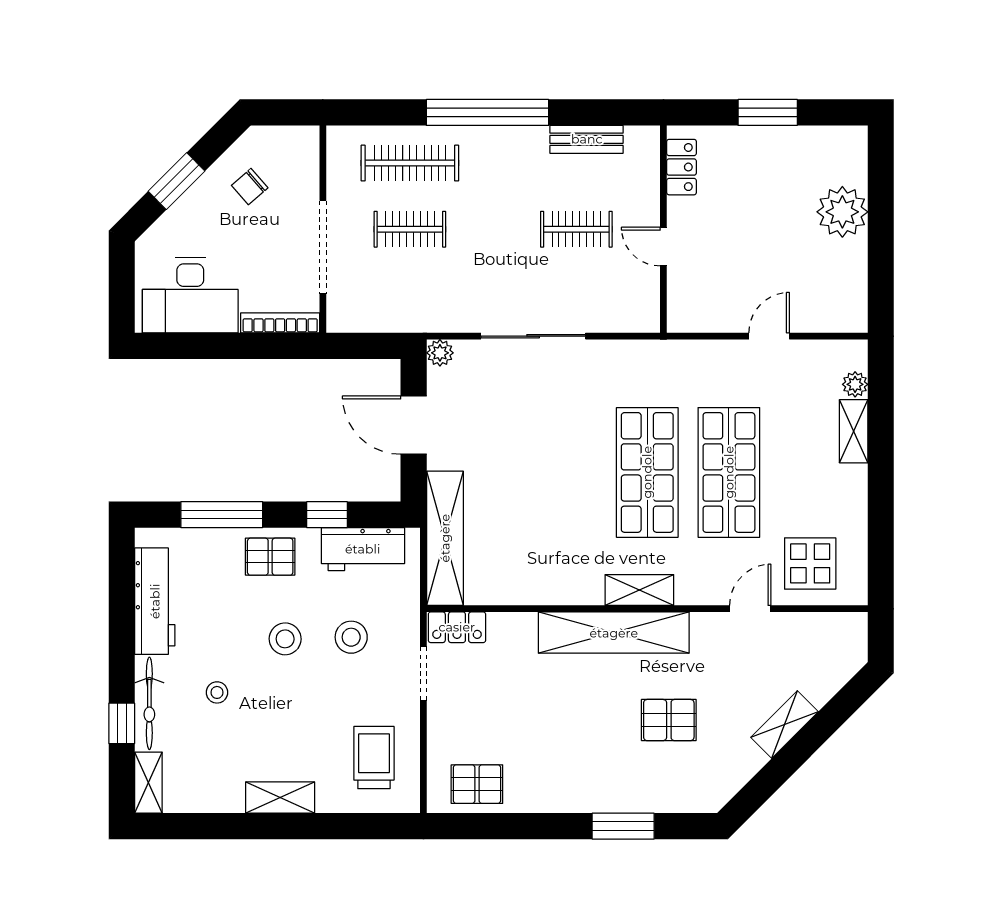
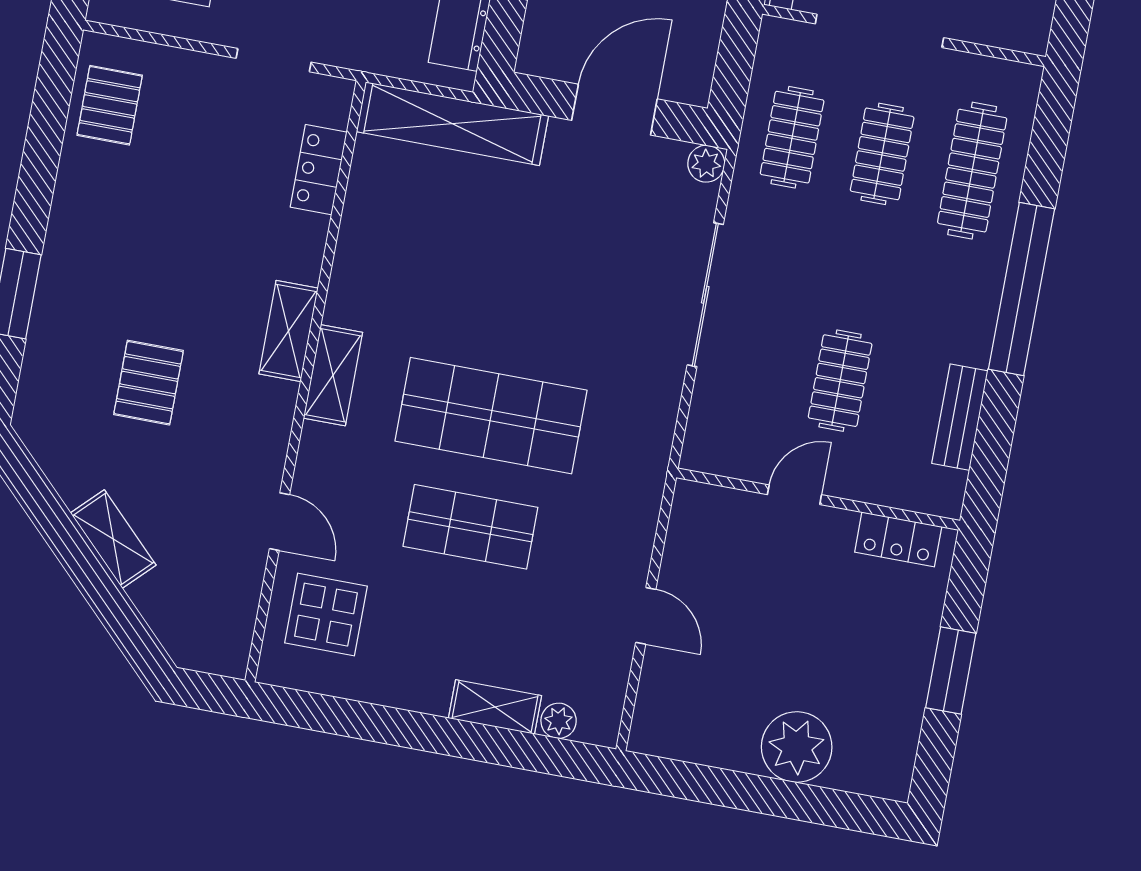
clothes rail: (410, 295) -> (792, 137), added
shop shelf: (729, 472) -> (470, 527), width x0.70, depth x0.74
locker: (457, 627) -> (319, 170), moved
shelving: (614, 633) -> (289, 331), width x0.45, depth x0.75

